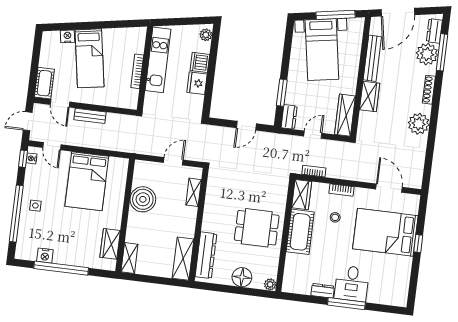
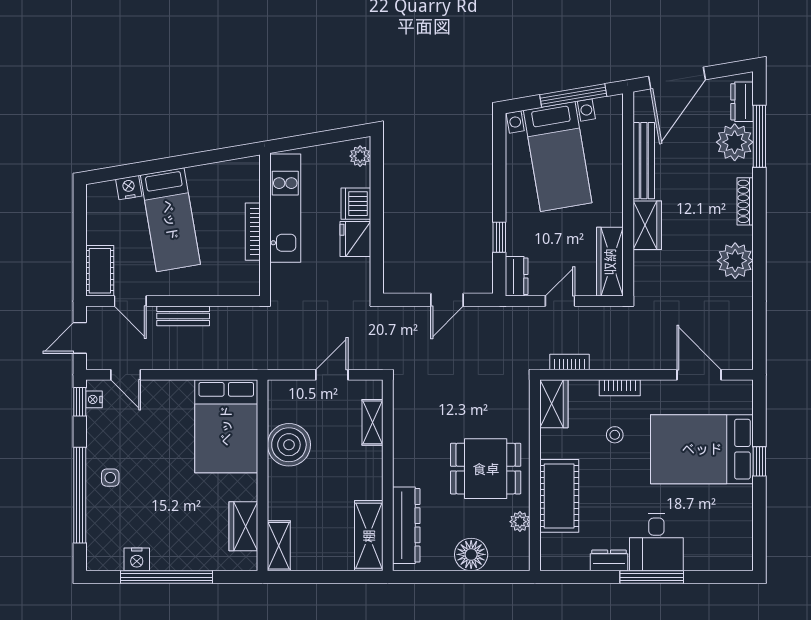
window: (282, 93) -> (499, 237), width x0.67
bed: (87, 181) -> (226, 426), moved
cot: (300, 232) -> (559, 496), moved
plant: (270, 284) -> (520, 522), moved

